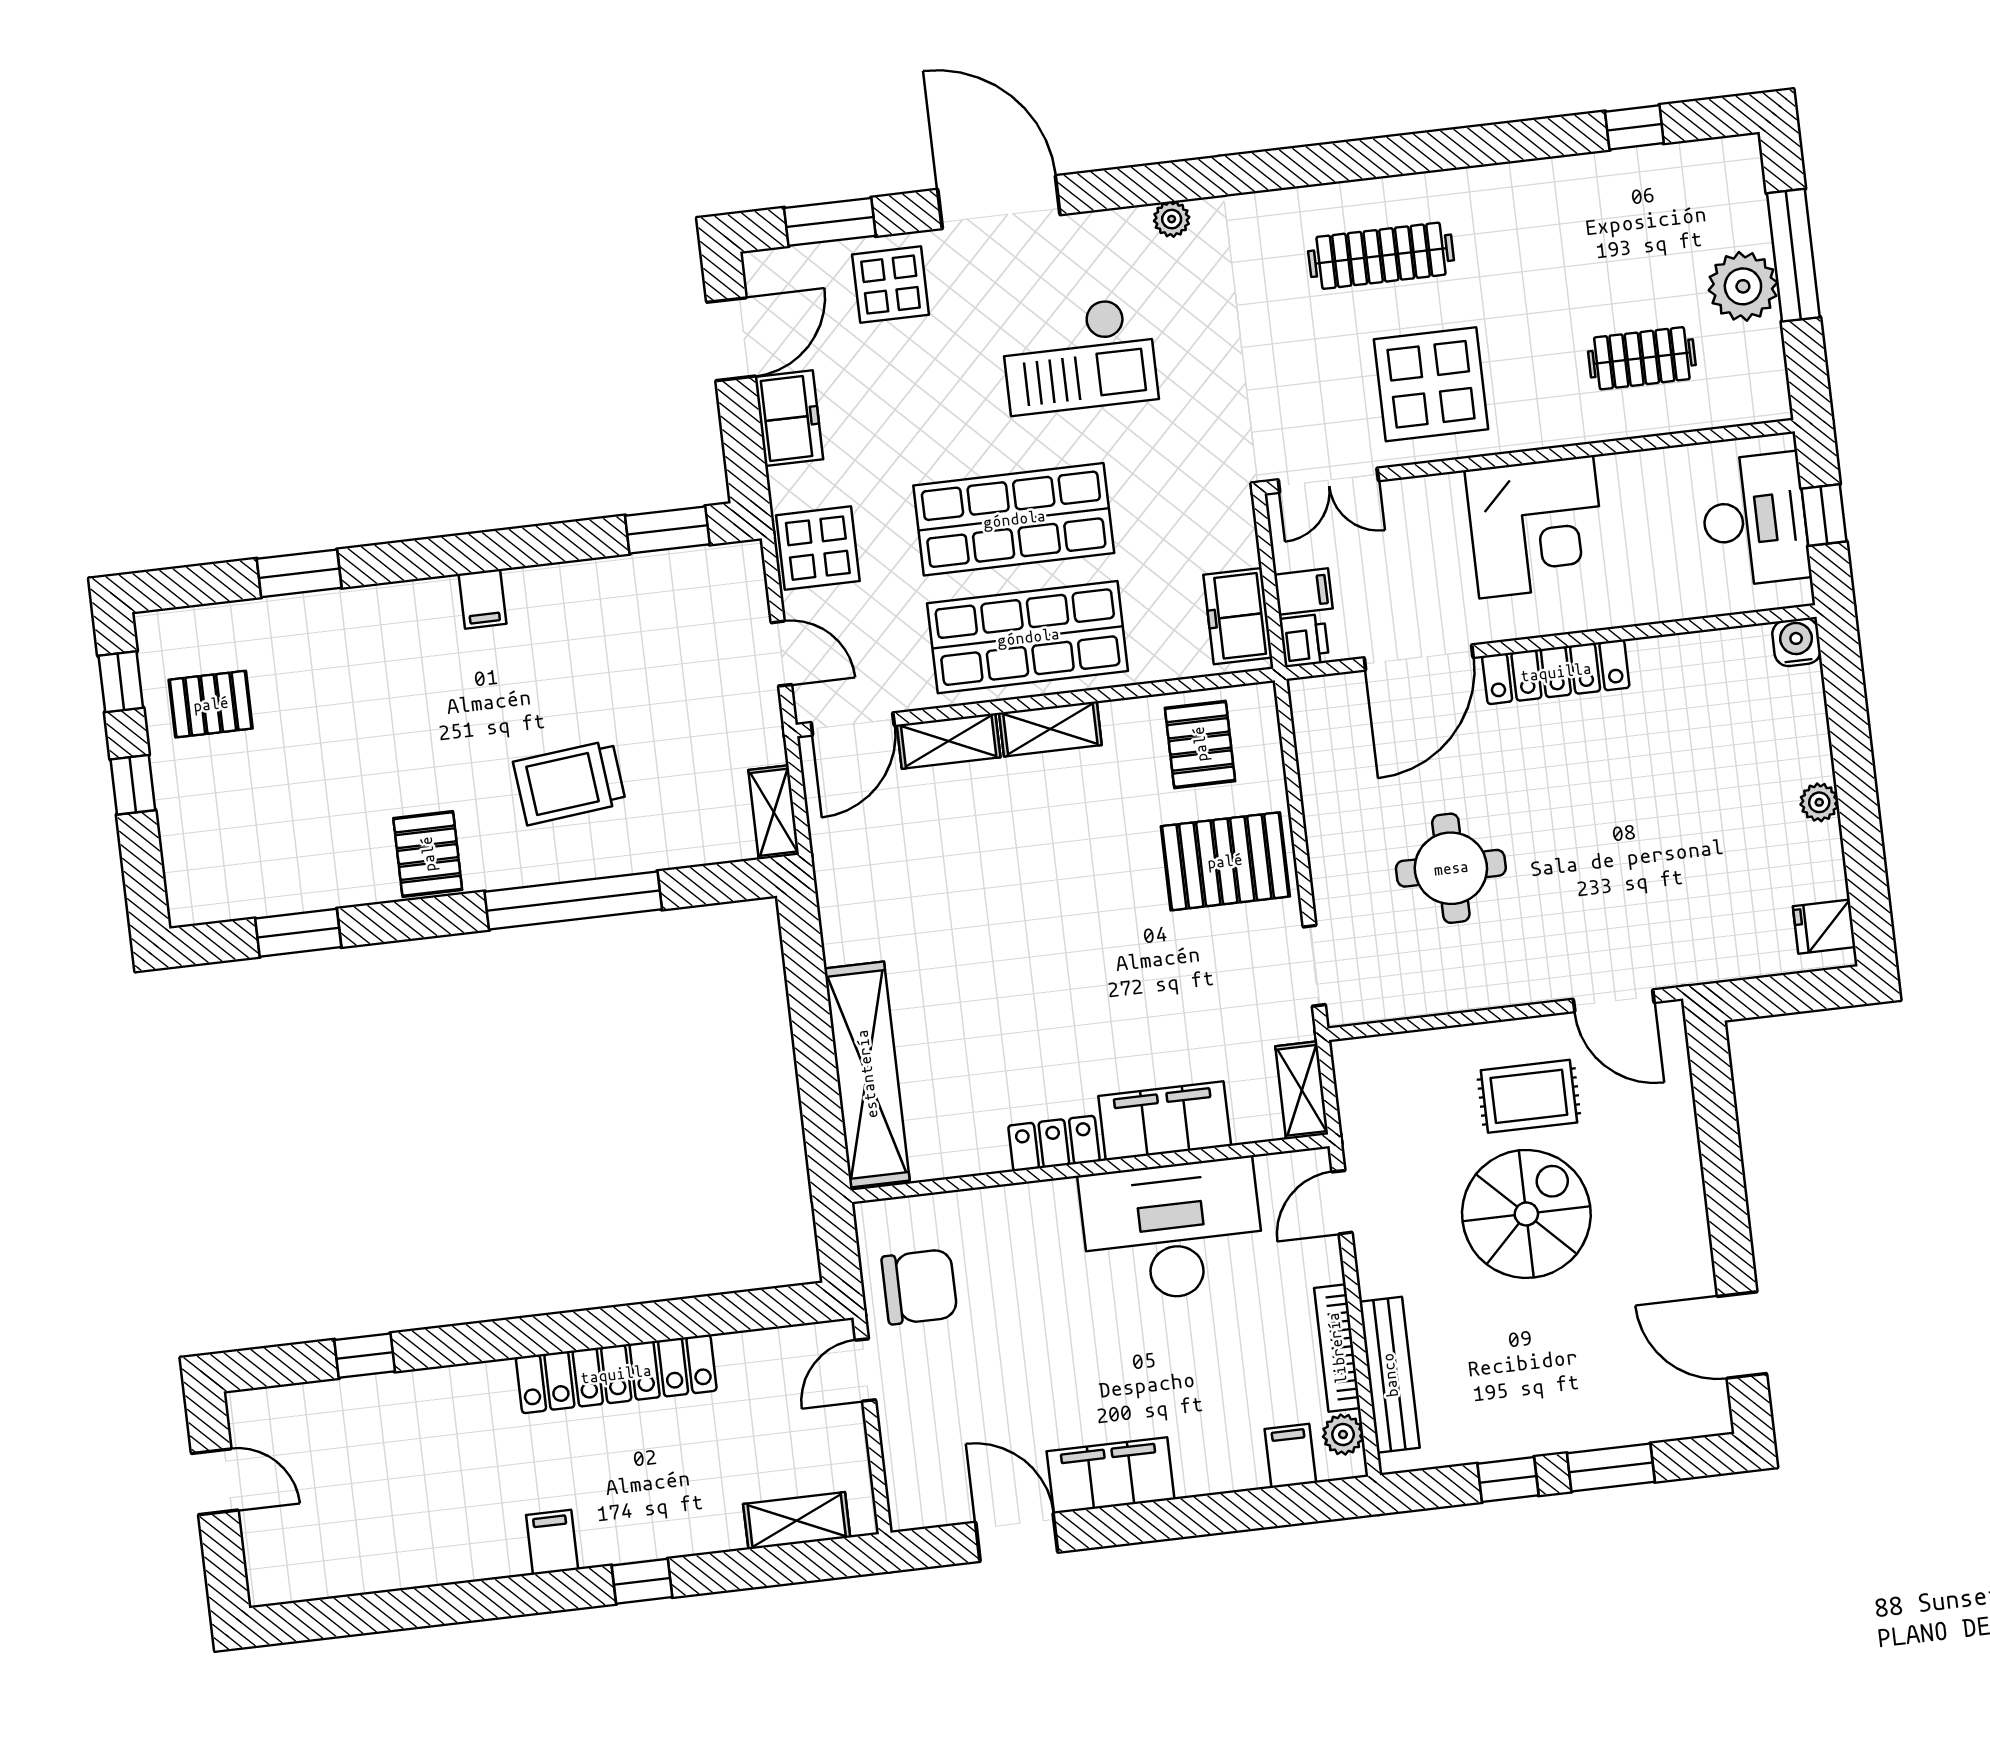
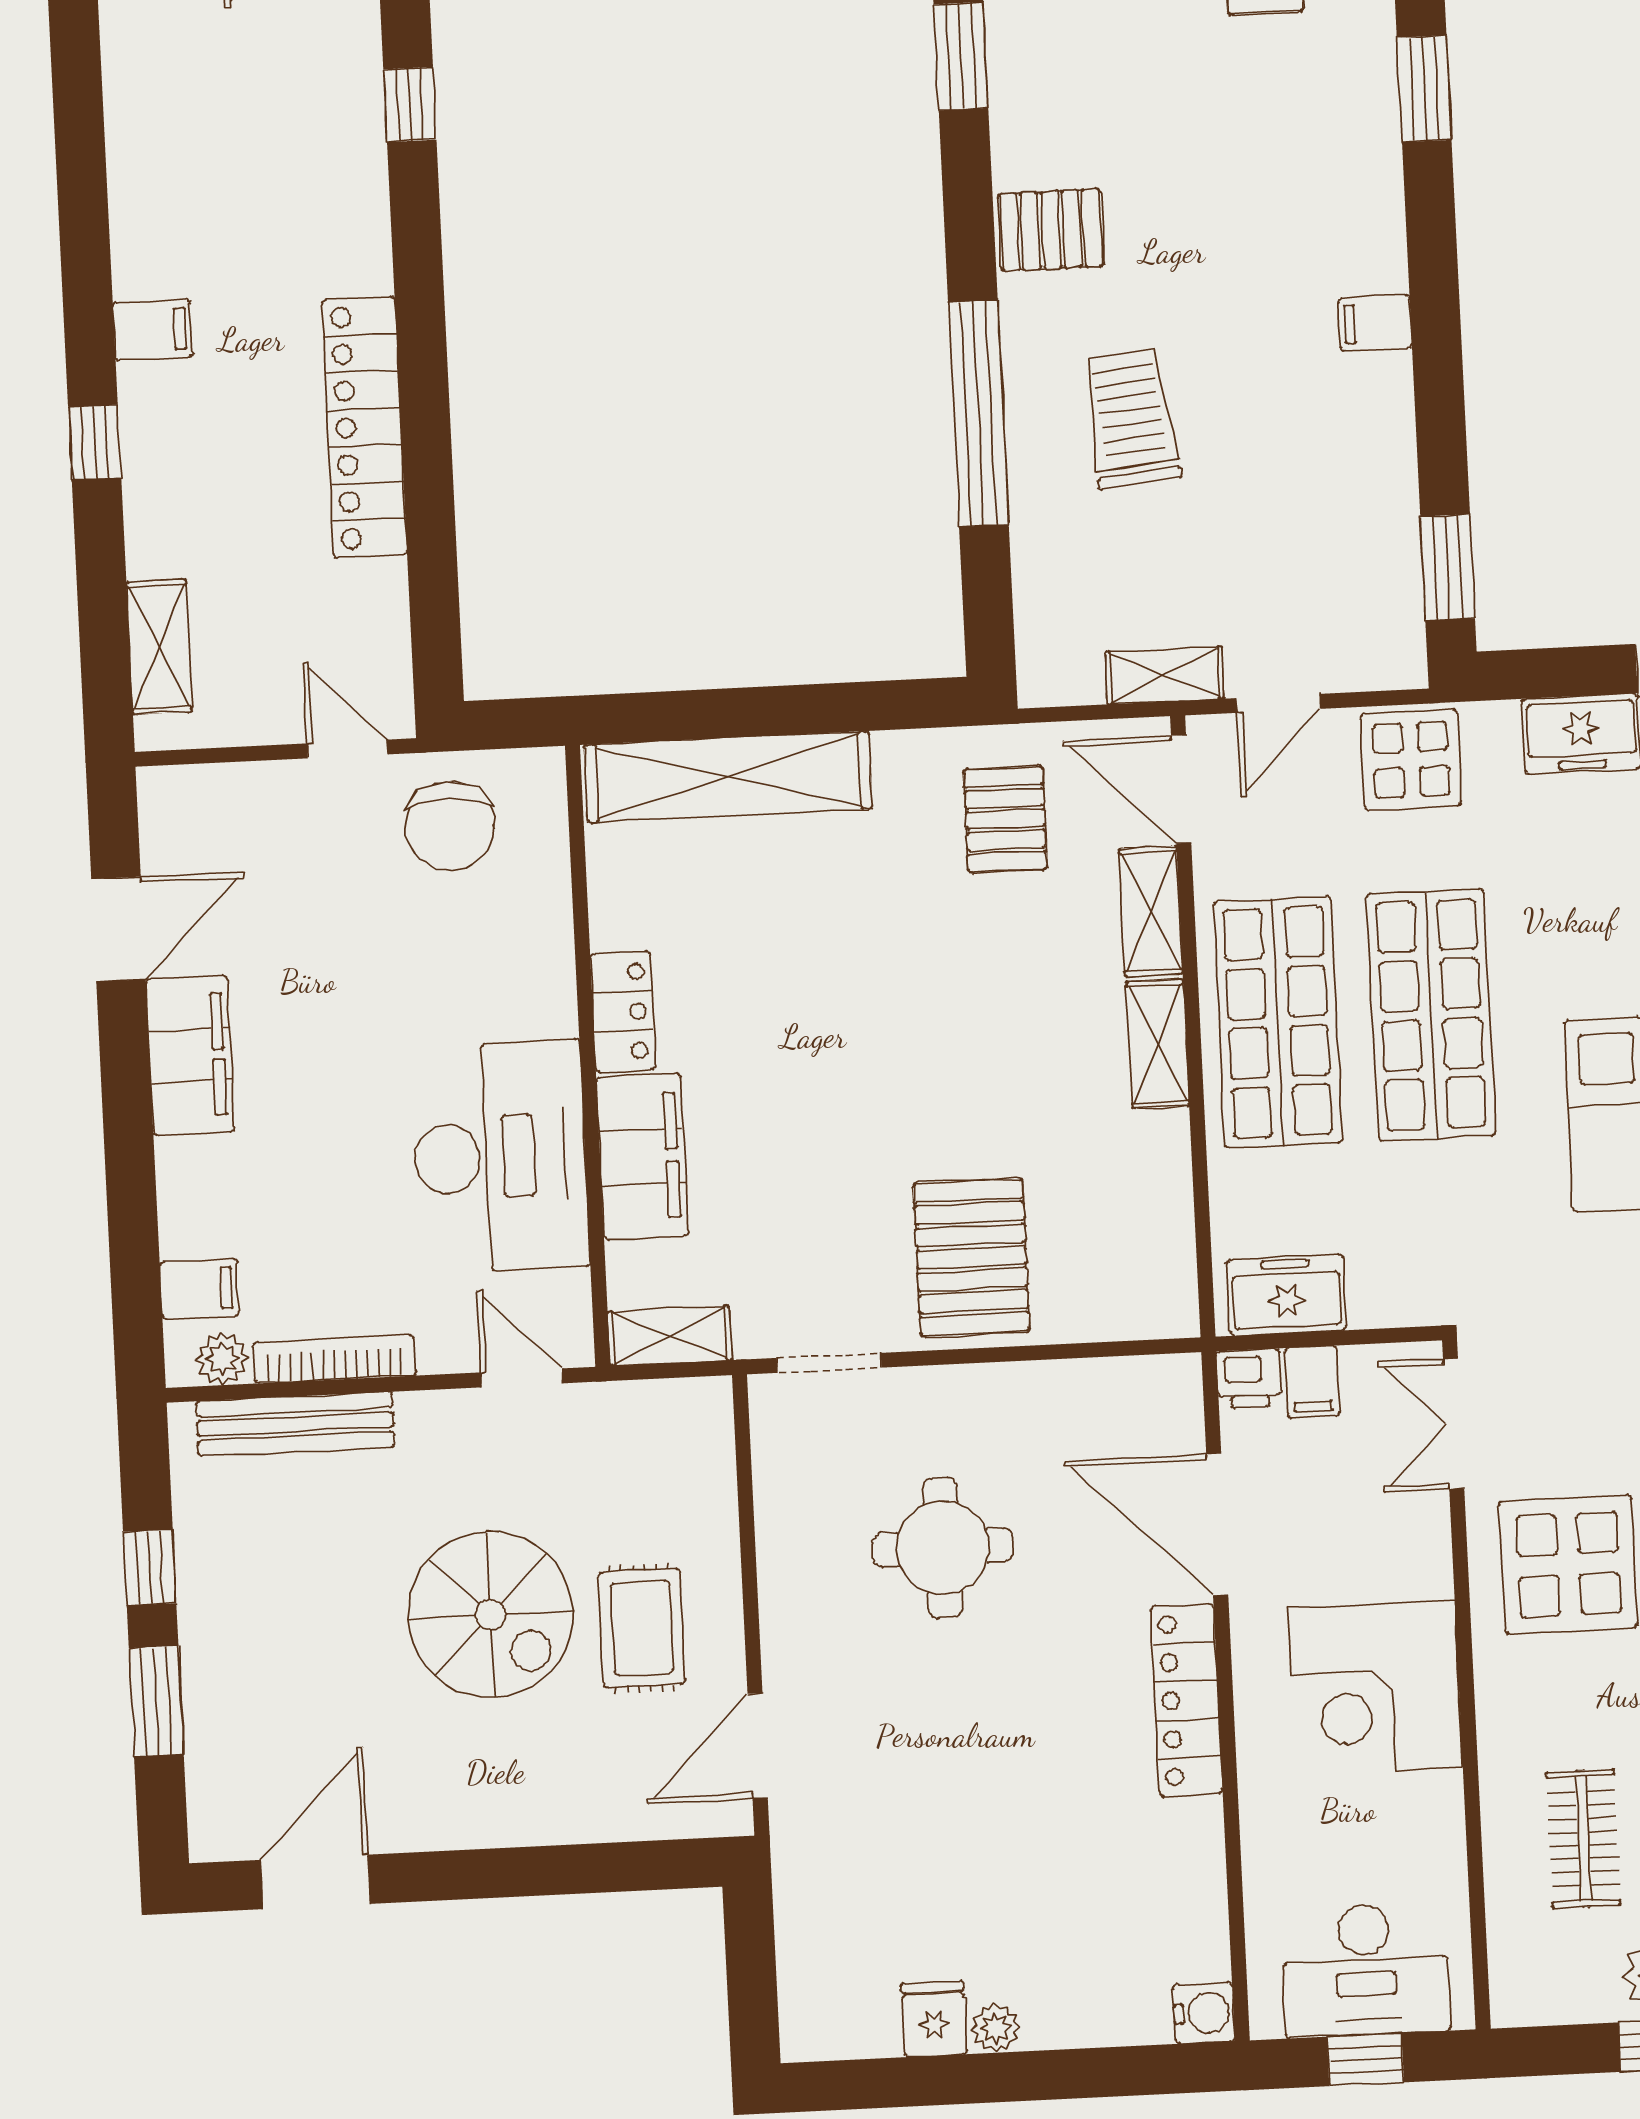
pallet: (1200, 744) -> (1005, 819), moved, turned 90
shelving: (774, 812) -> (1164, 675), moved
fridge: (1824, 927) -> (934, 2019), moved

